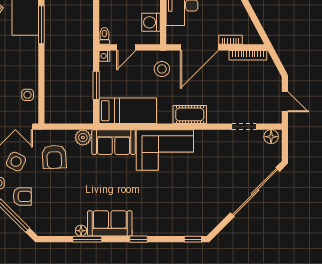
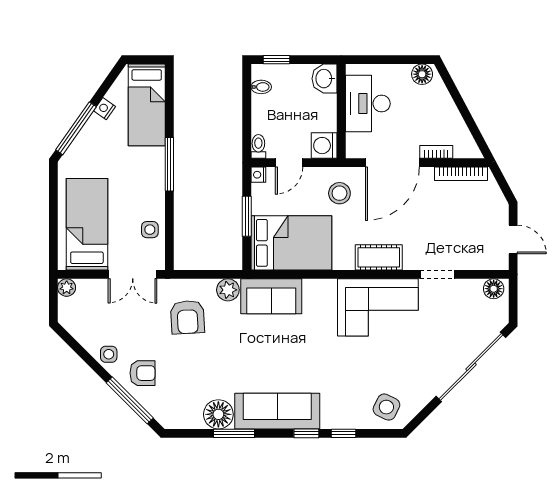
washing machine: (151, 22) -> (324, 146), moved
window: (41, 25) -> (169, 164), moved
bed: (128, 111) -> (291, 243), width x1.50
doorway: (244, 127) -> (438, 274), moved
corner sofa: (165, 150) -> (378, 307), moved
side table: (16, 162) -> (386, 407), moved
sofa: (110, 223) -> (277, 411), width x1.36
floor lamp: (81, 231) -> (218, 414), width x1.89, depth x1.89
window: (193, 239) -> (344, 433), moved

